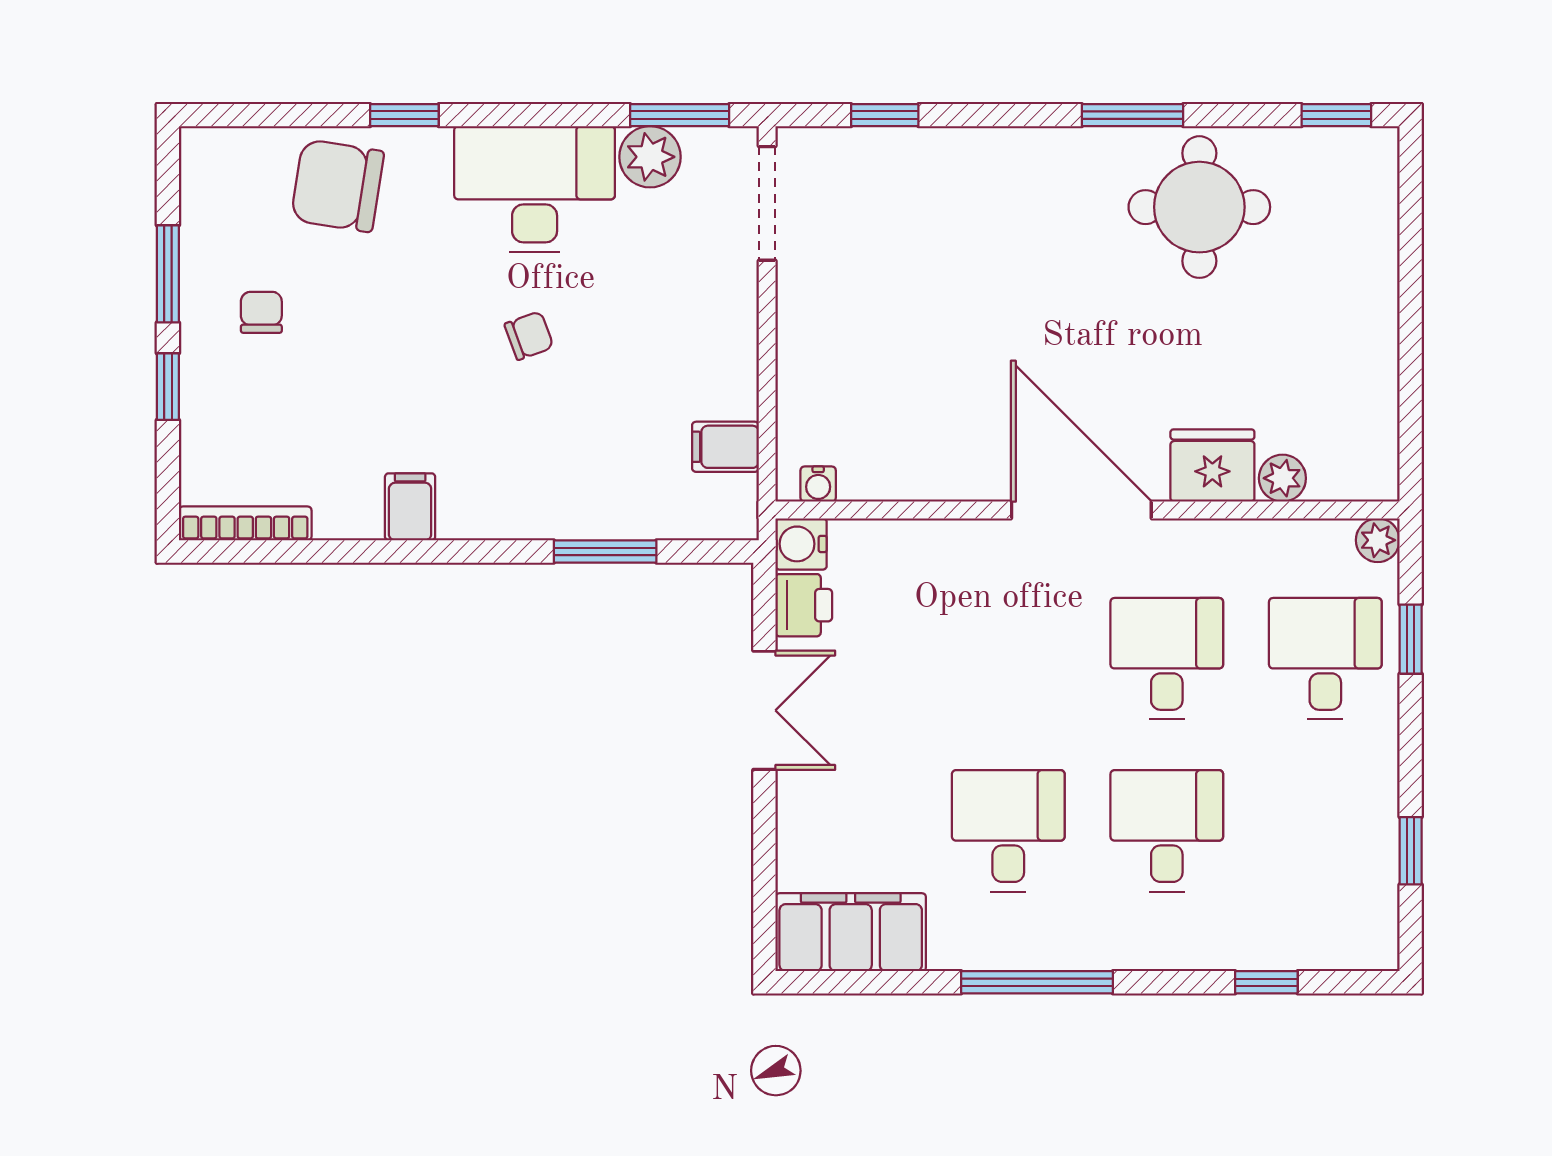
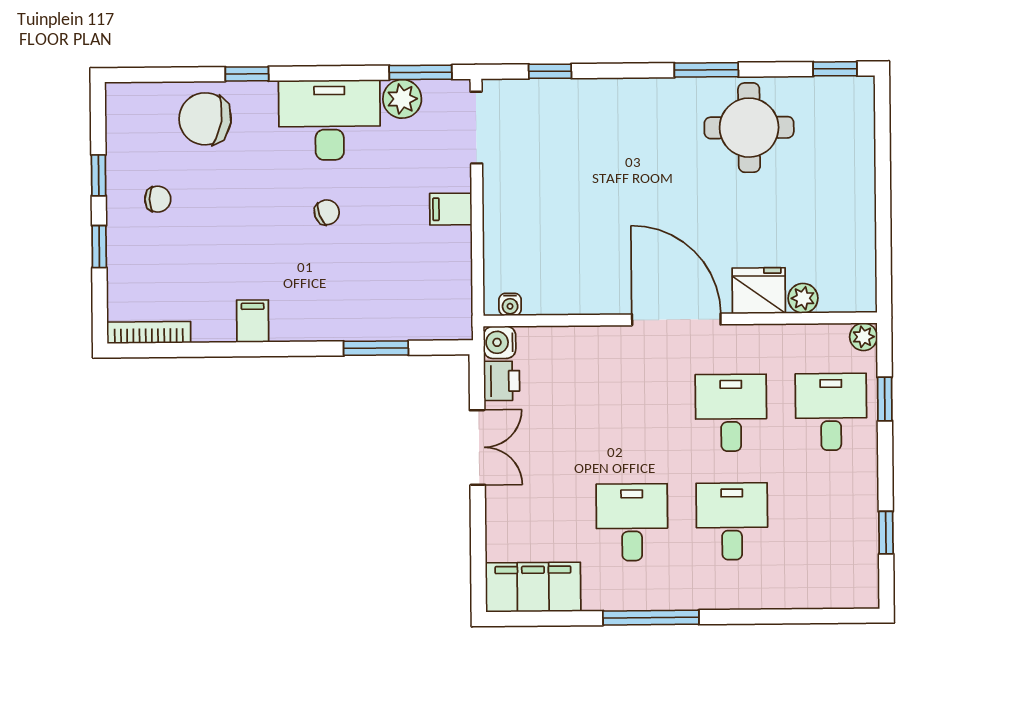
window: (168, 274) -> (99, 175), width x0.67
chair: (261, 312) -> (158, 199), turned 90
filing cabinet: (725, 447) -> (451, 209), moved
window: (1266, 982) -> (796, 616), removed

